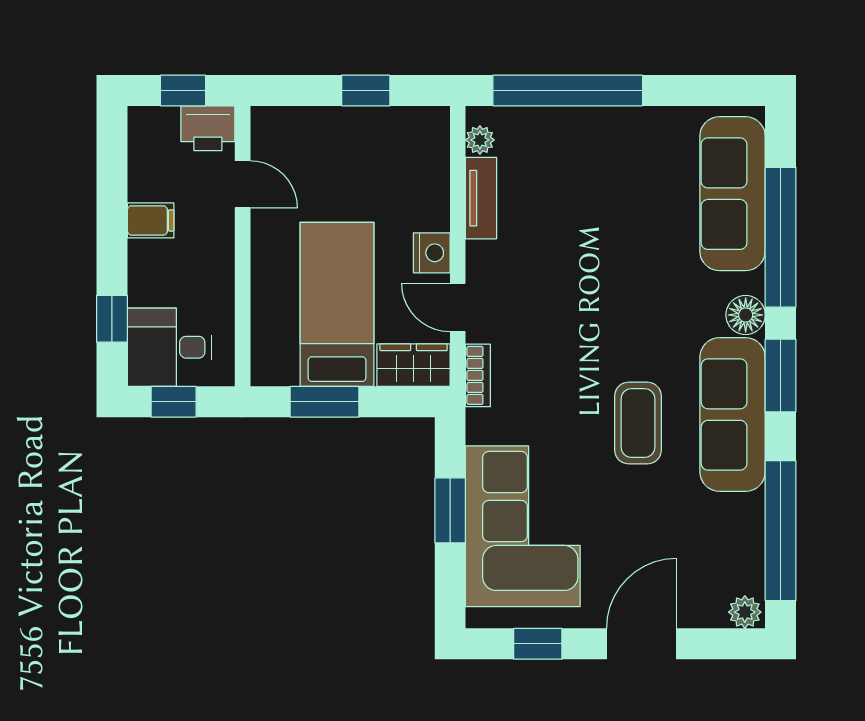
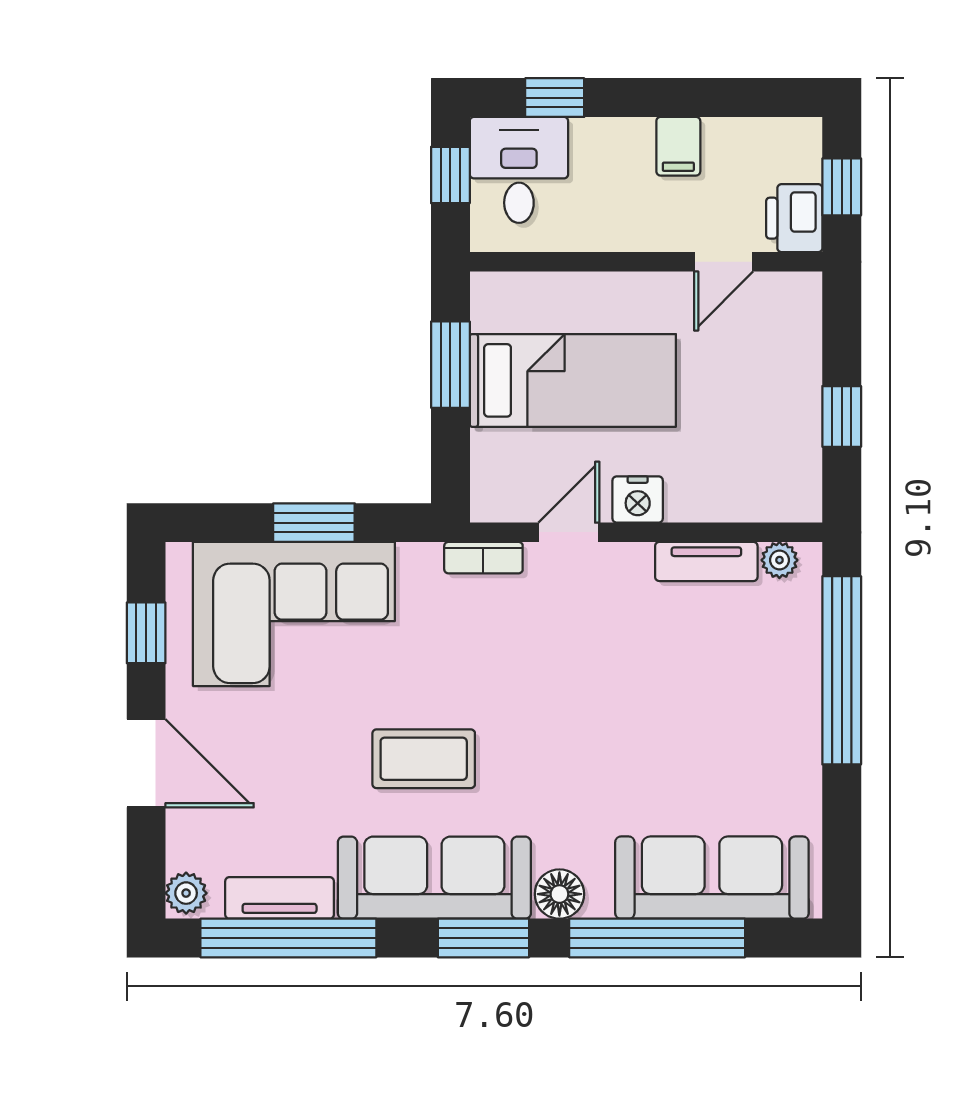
wardrobe: (414, 365) -> (496, 477), removed
tv unit: (749, 538) -> (280, 898), added

